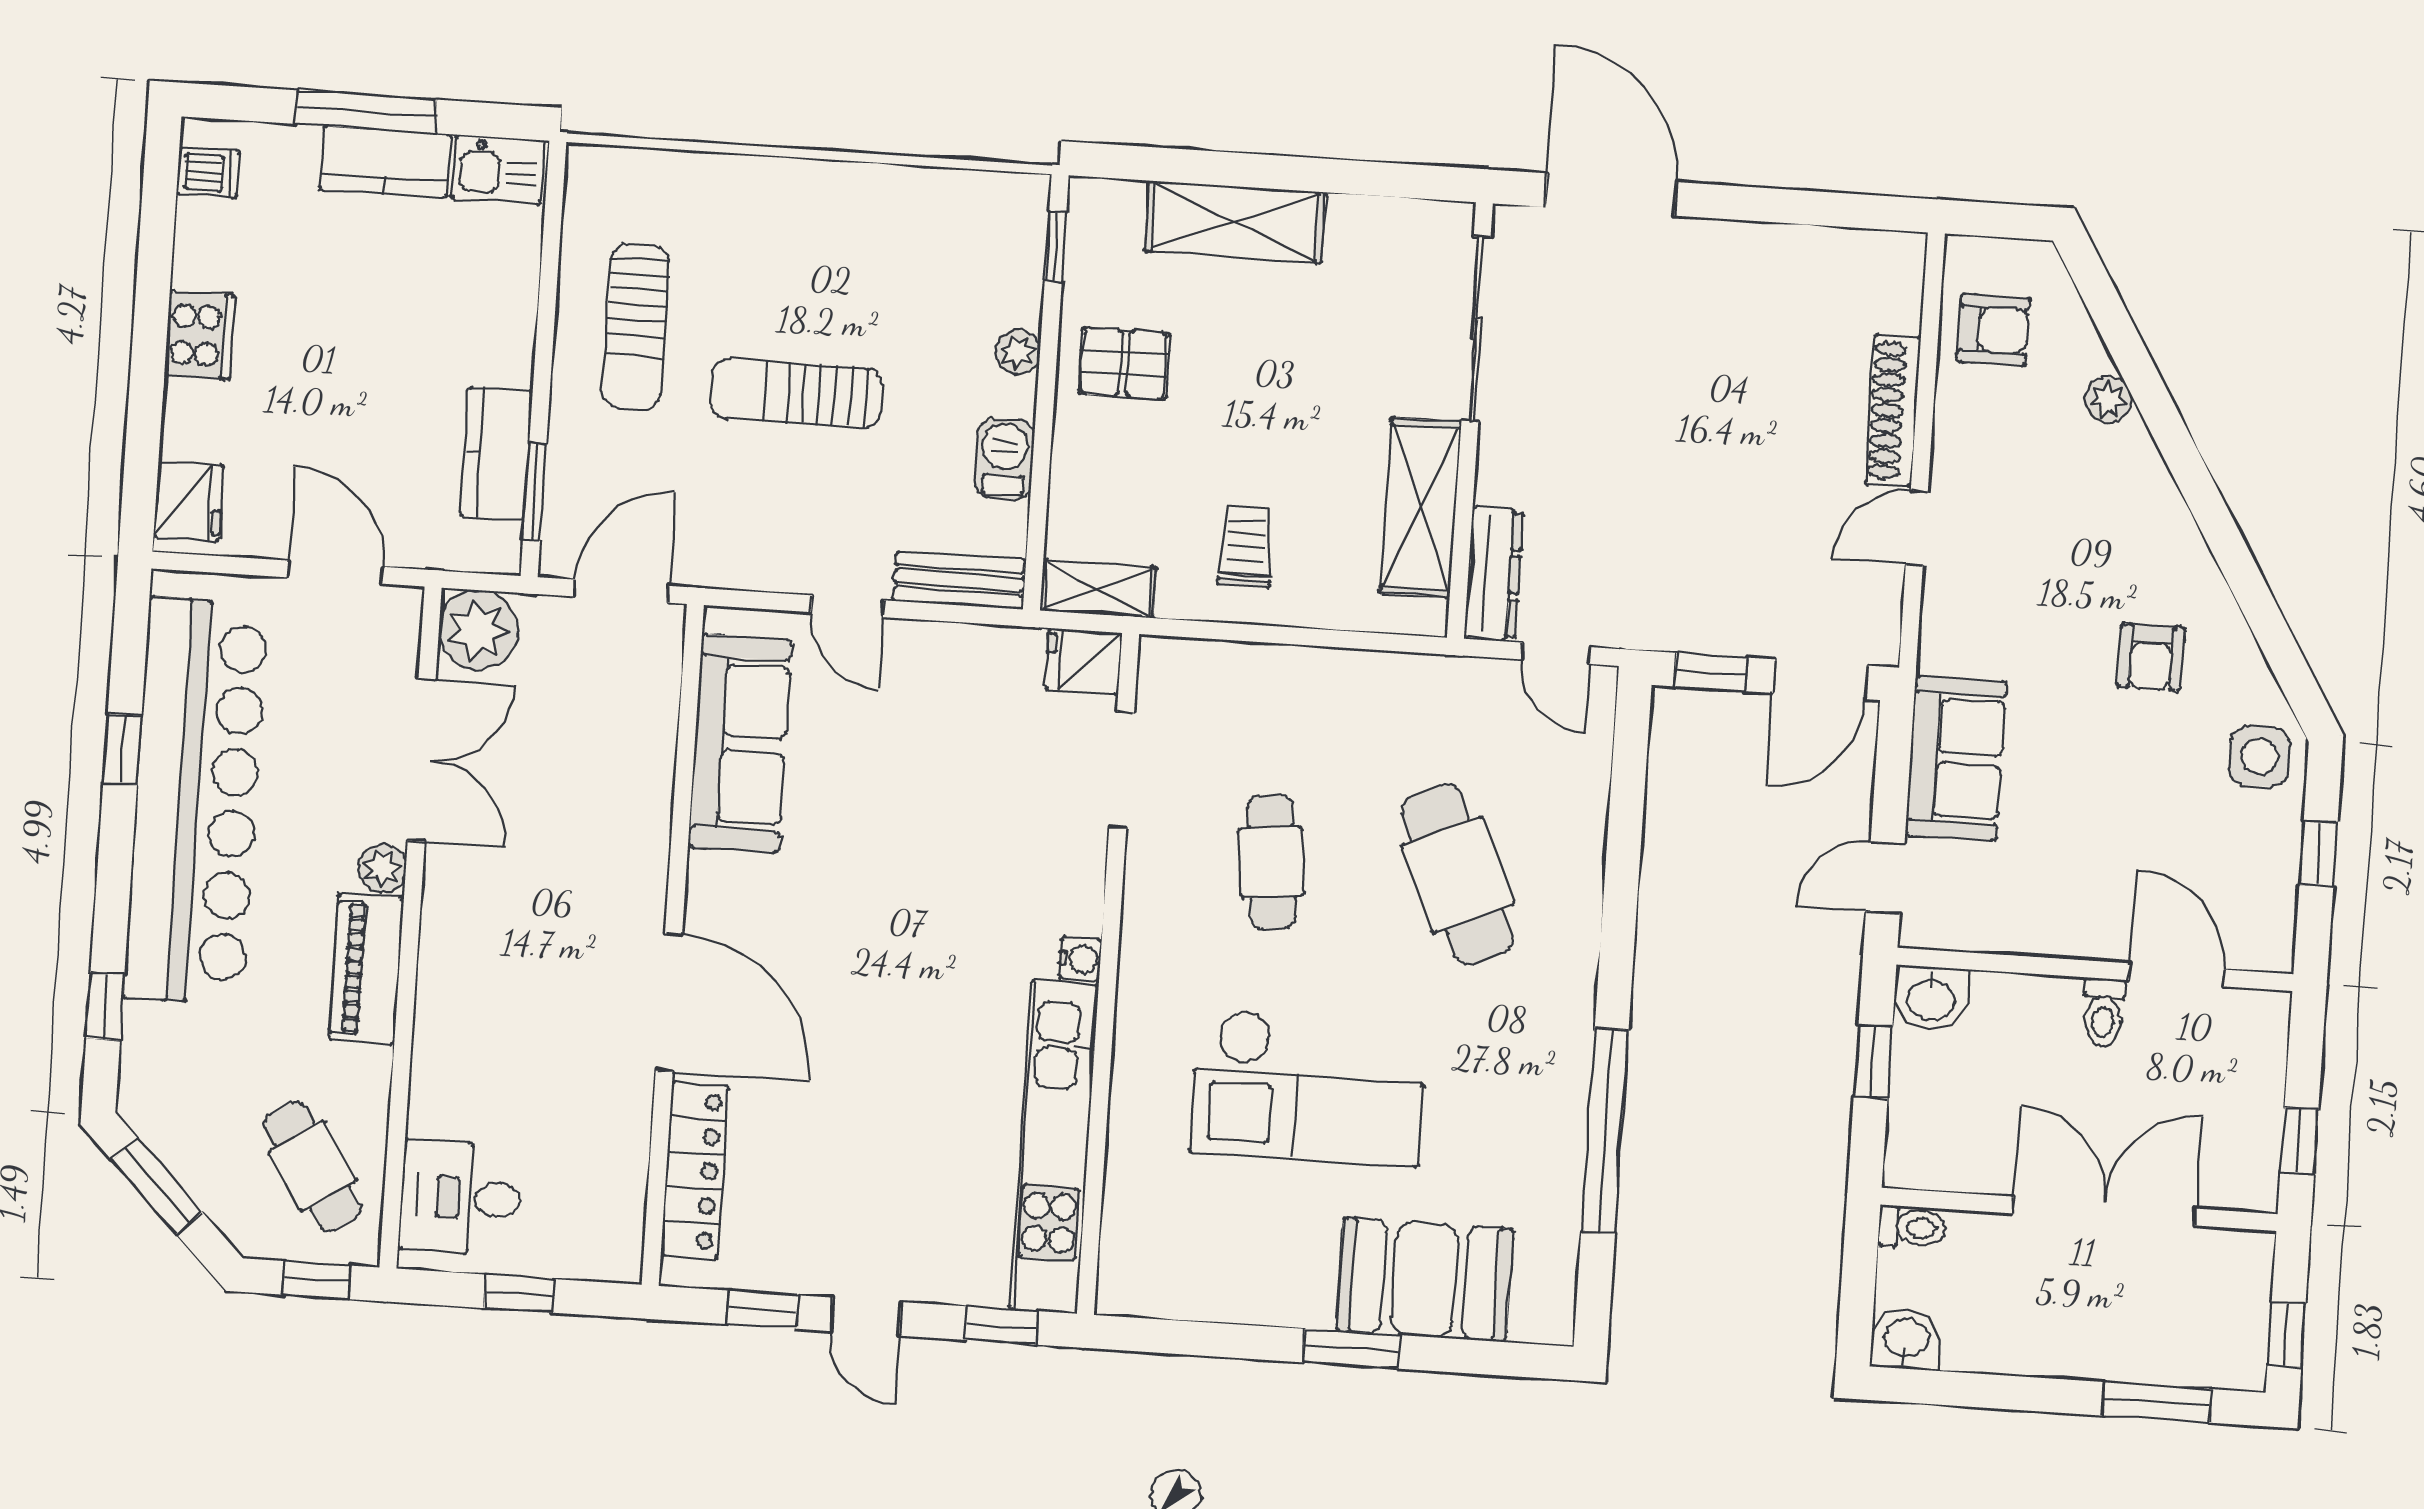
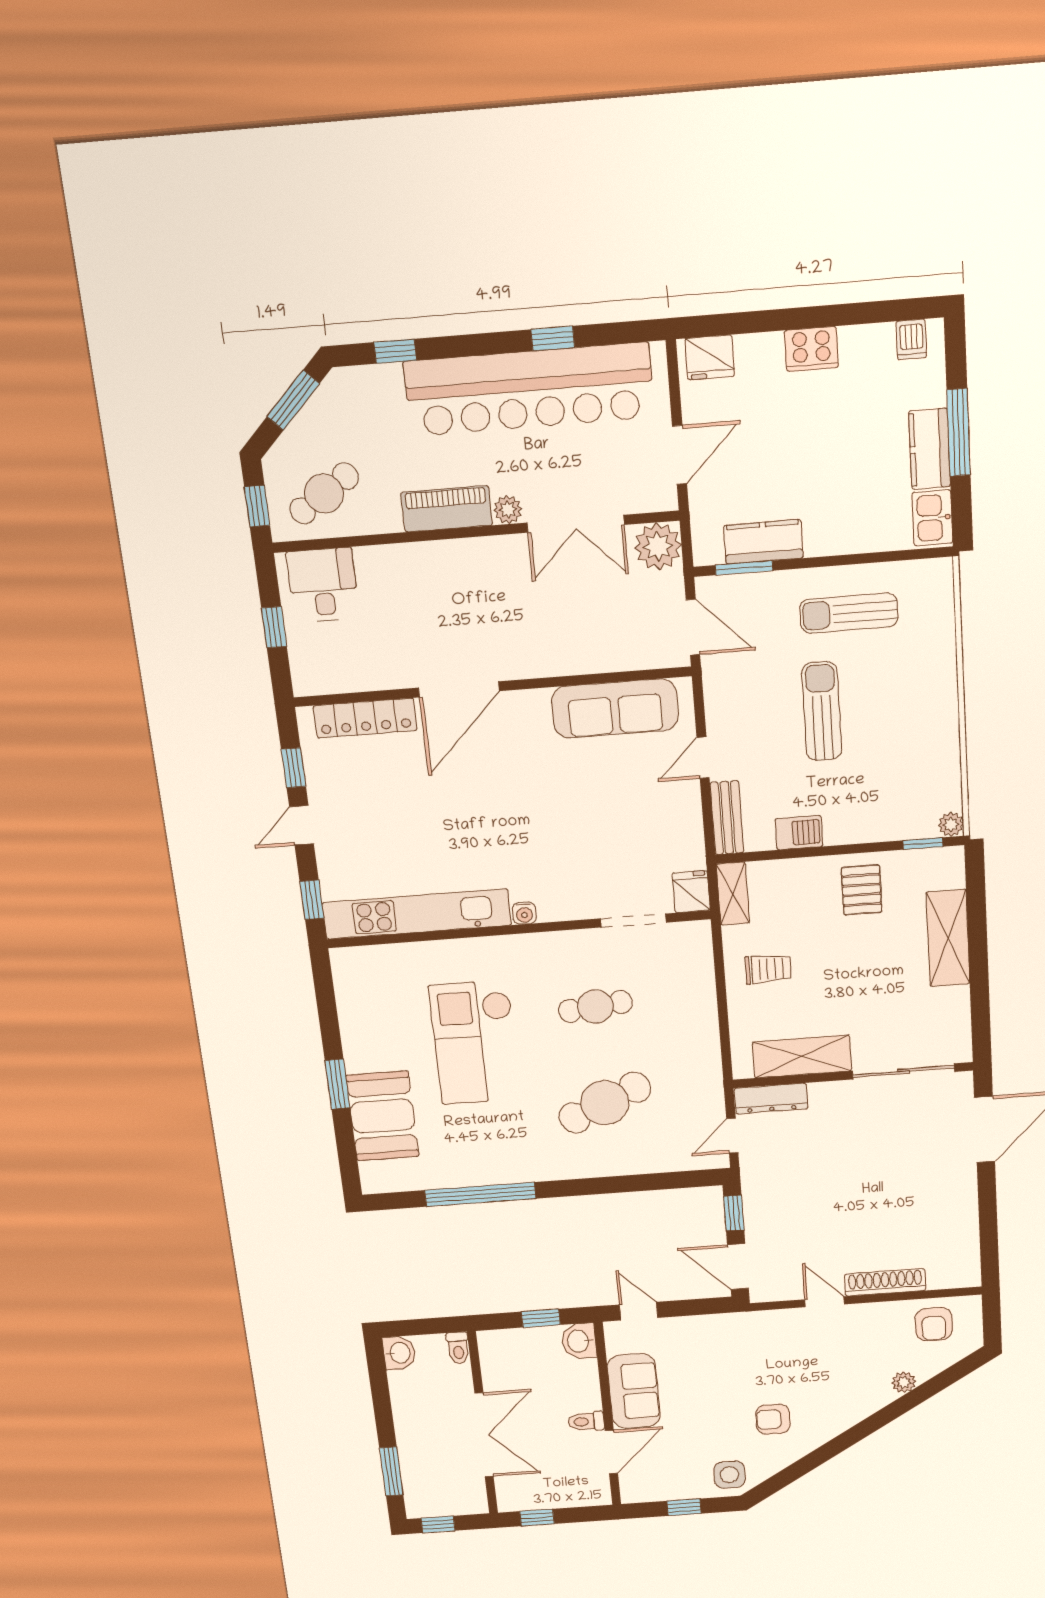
plant: (1018, 352) -> (951, 824), moved
sofa: (1956, 758) -> (634, 1391), moved, turned -90

